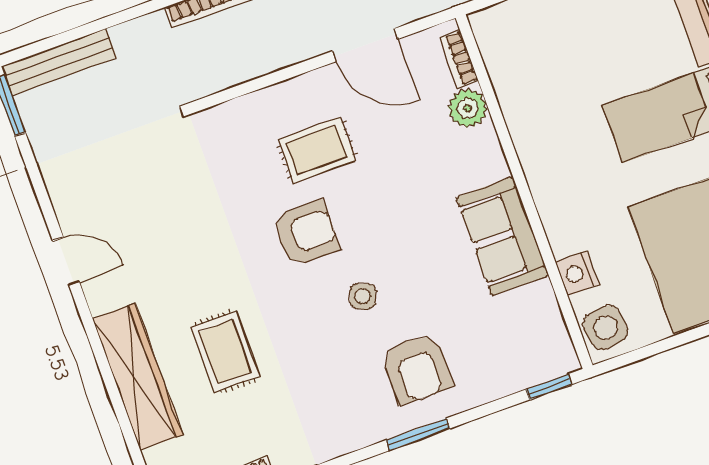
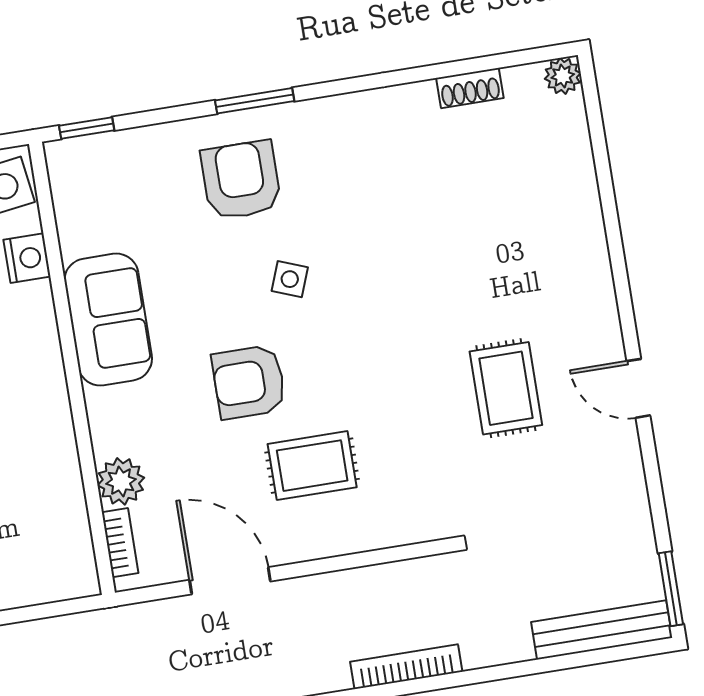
armchair: (306, 233) -> (249, 382), moved
rug: (225, 352) -> (506, 388), moved
wardrobe: (138, 377) -> (579, 234), removed

